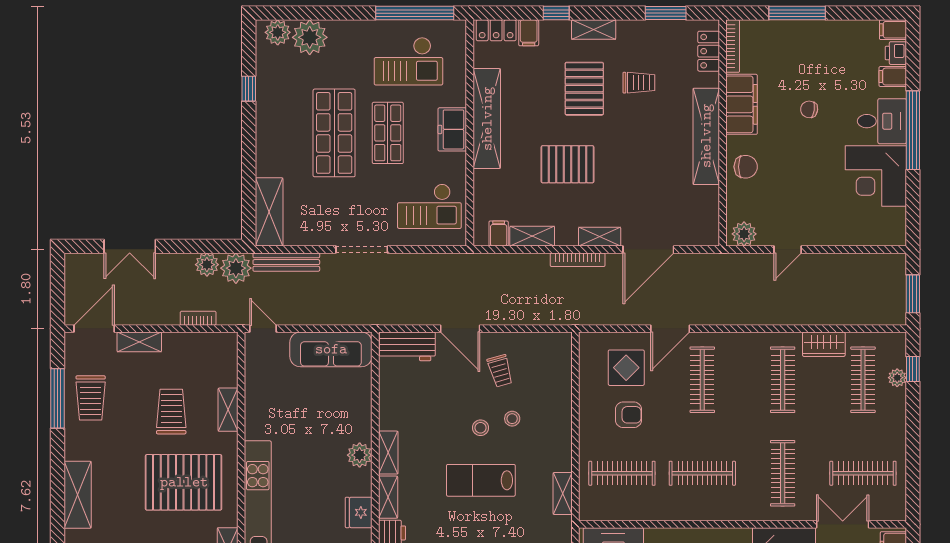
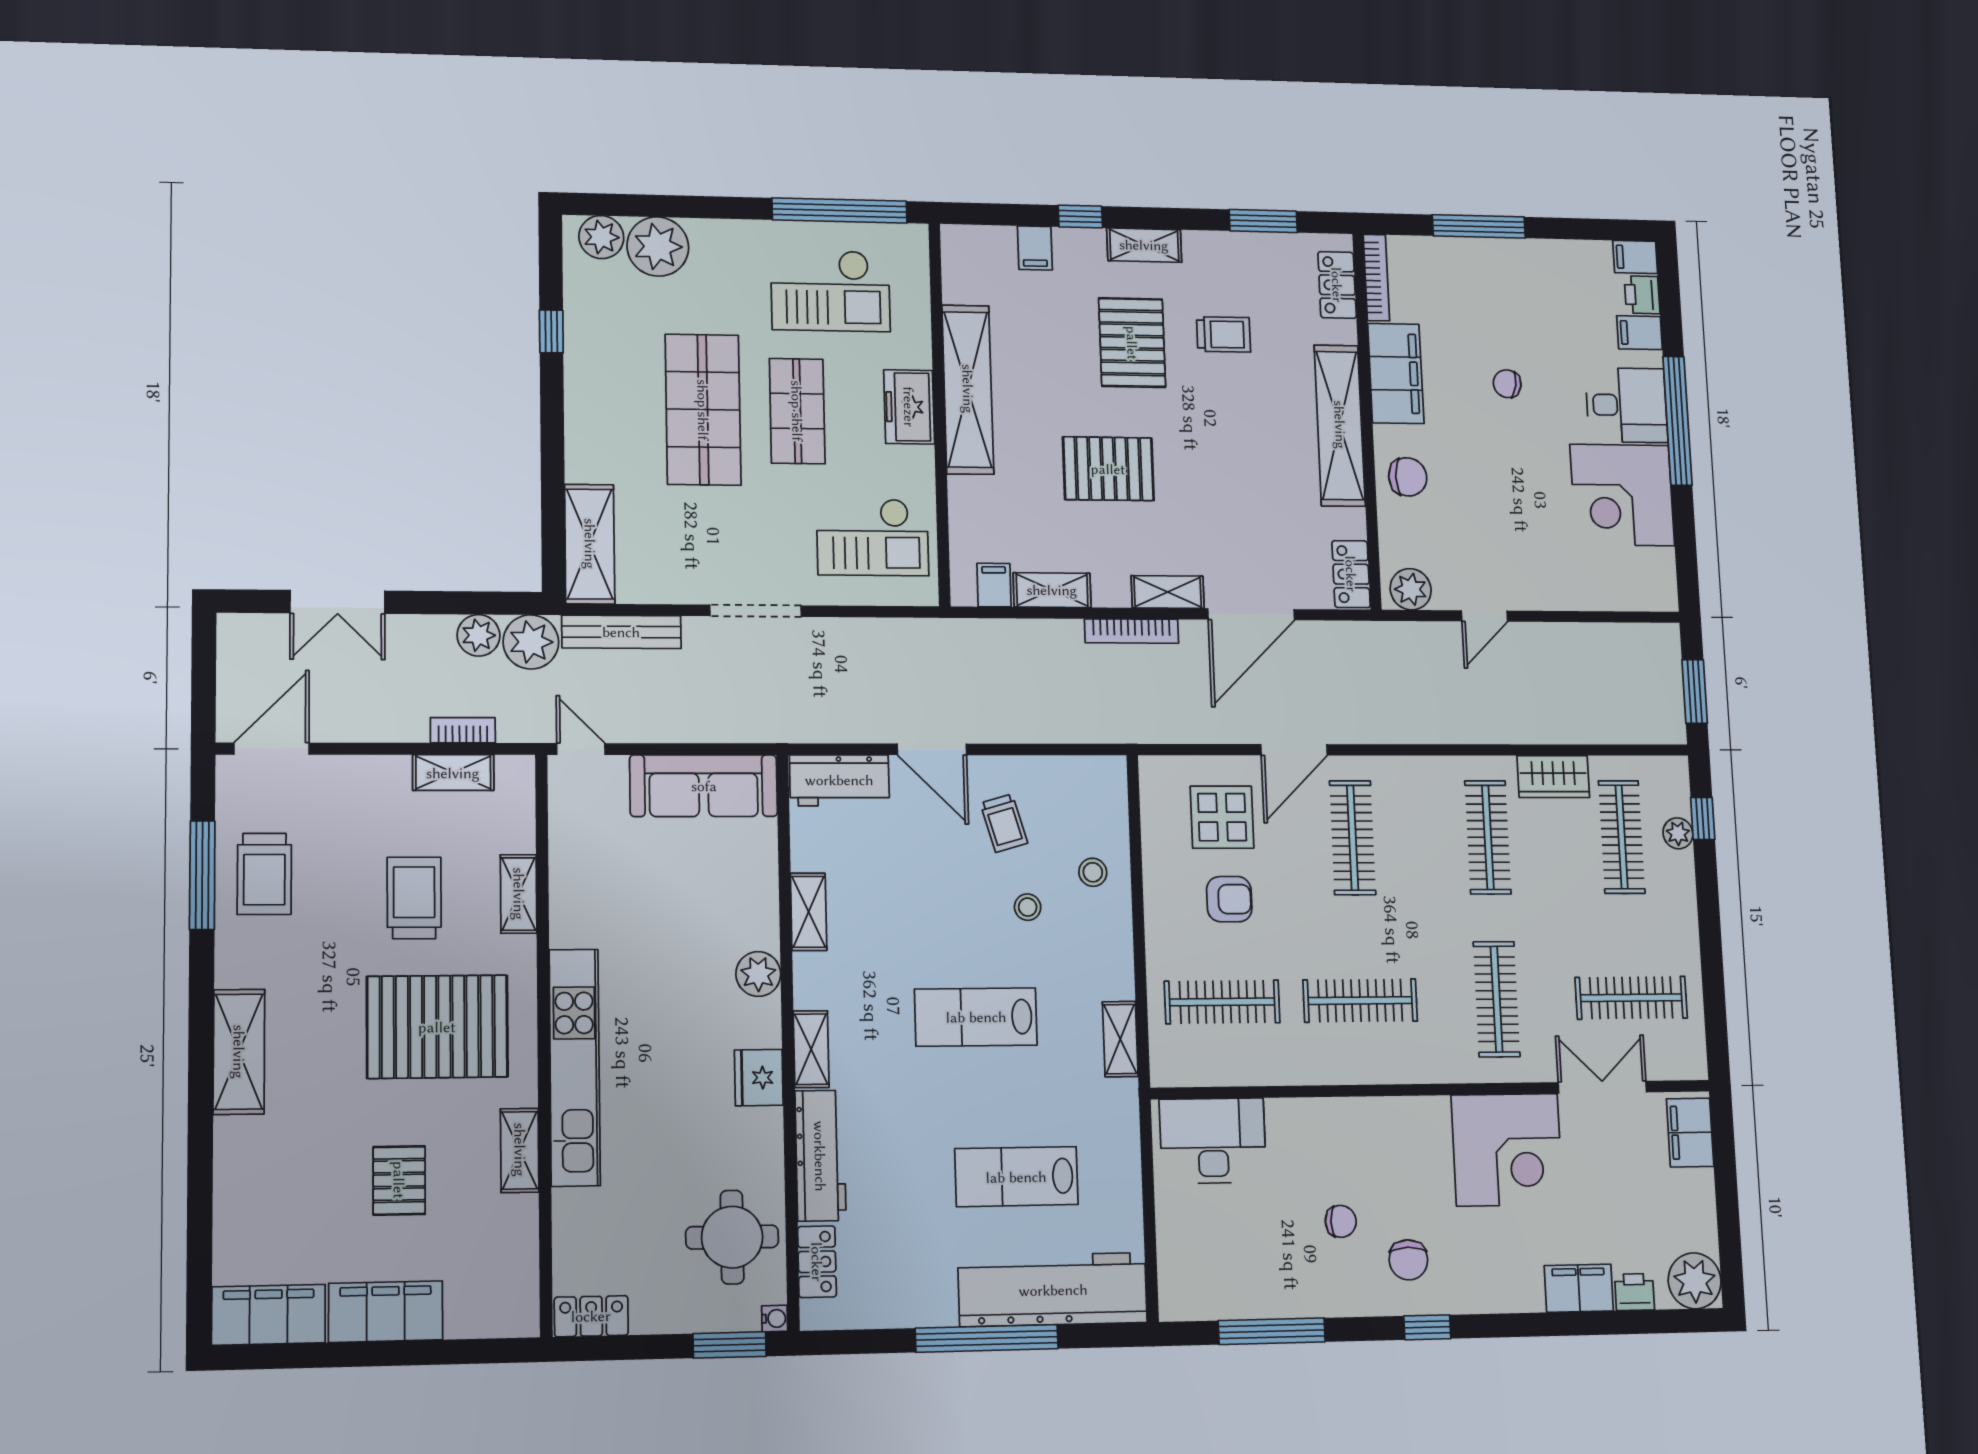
locker: (496, 30) -> (1351, 574), moved, turned 90
shelving: (139, 342) -> (453, 773), moved
stool: (480, 428) -> (1093, 872), moved
shelving: (388, 453) -> (809, 912), moved

